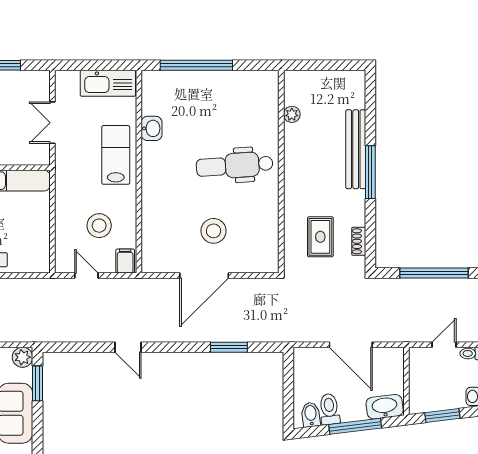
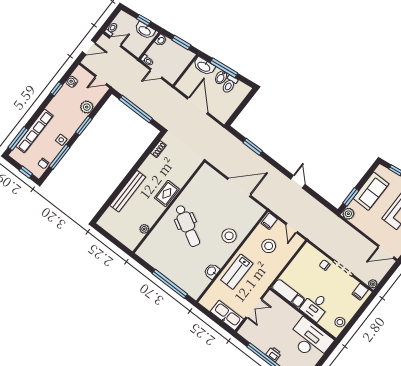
kitchen sink: (108, 83) -> (227, 315), moved
dental chair: (235, 165) -> (187, 226), turned 33
window: (370, 172) -> (129, 176), removed
stool: (214, 231) -> (229, 236), moved
rug: (320, 237) -> (167, 193), moved
bidet: (311, 415) -> (221, 77), moved

